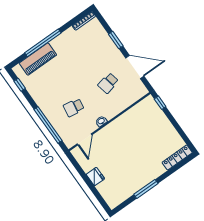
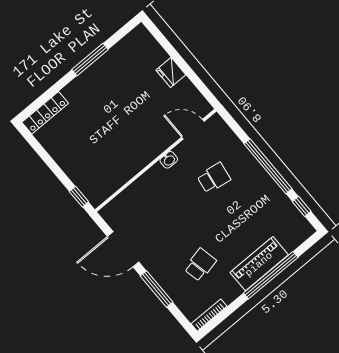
window: (116, 40) -> (156, 289), width x1.44
piano: (38, 59) -> (259, 264), moved
school desk: (108, 83) -> (200, 265), moved
window: (48, 125) -> (268, 166), moved
door: (84, 139) -> (193, 129), hinge flipped

